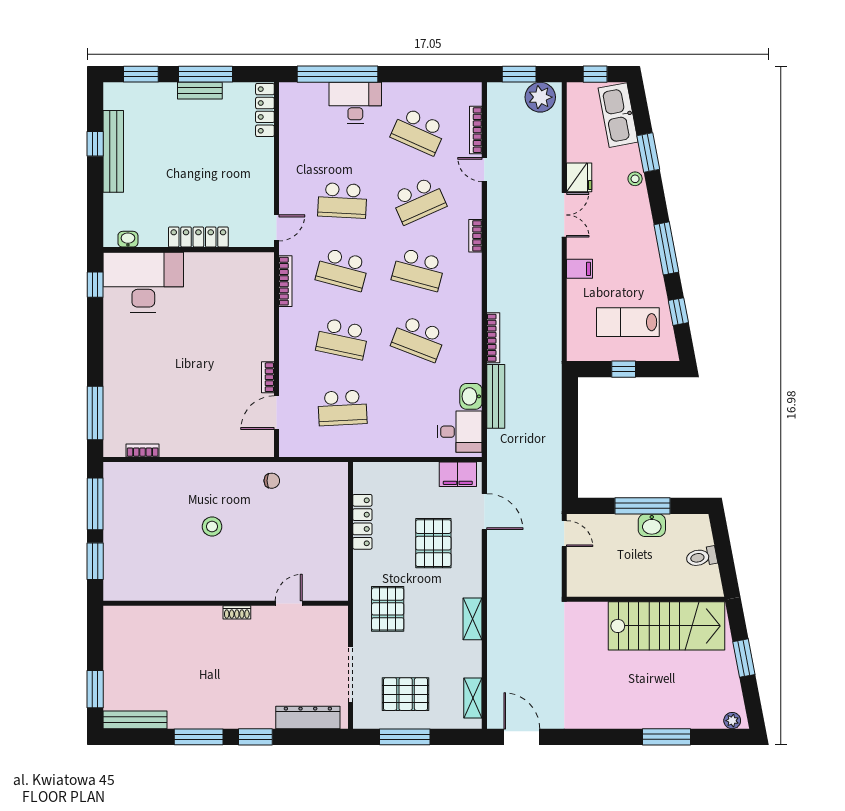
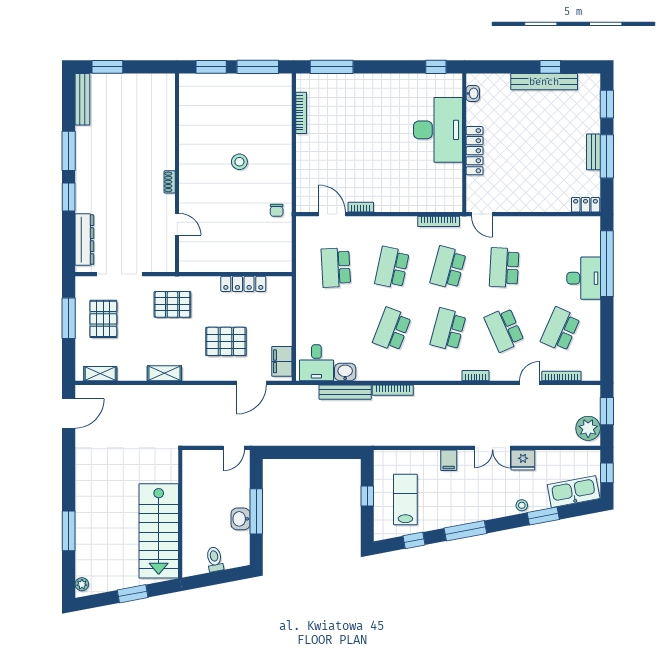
locker: (265, 110) -> (586, 205), width x0.66
desk: (143, 282) -> (438, 130), moved
bookcase: (143, 451) -> (301, 113), width x1.56

